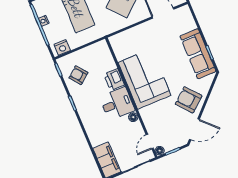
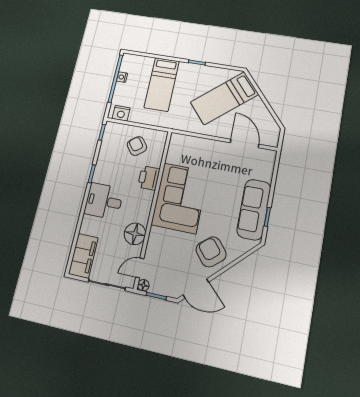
armchair: (78, 75) -> (137, 146), moved
desk: (117, 104) -> (104, 201), moved, turned 180
floor lamp: (133, 117) -> (135, 234), width x1.89, depth x1.89

